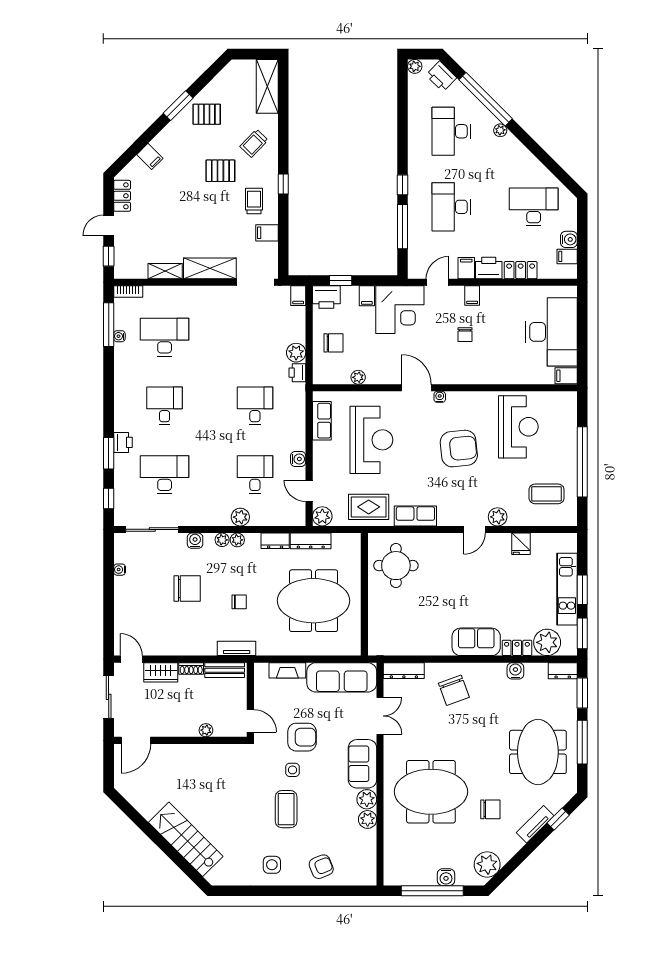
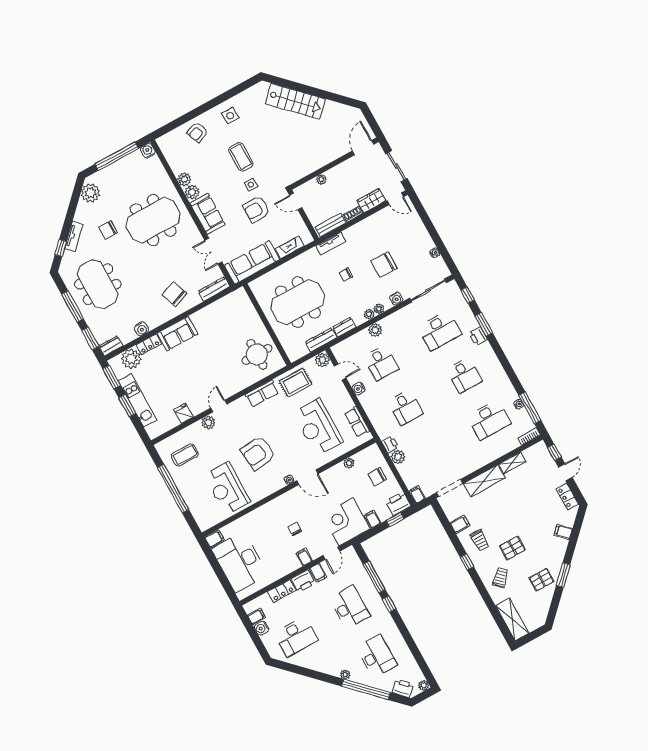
water cooler: (446, 877) -> (148, 151), moved

